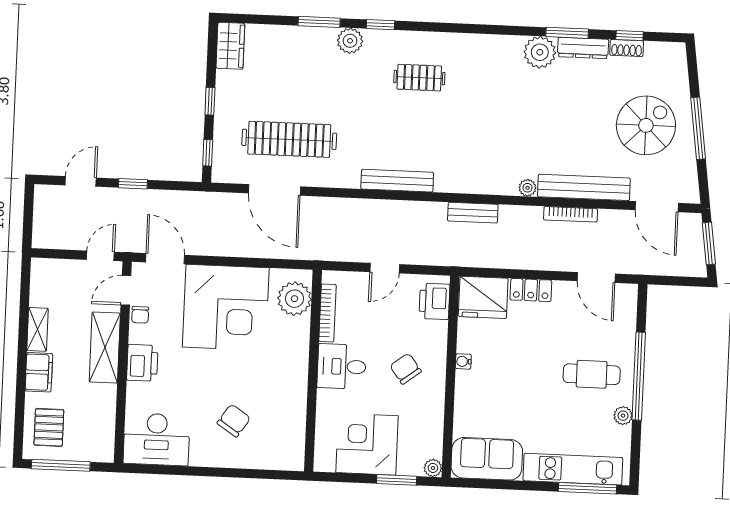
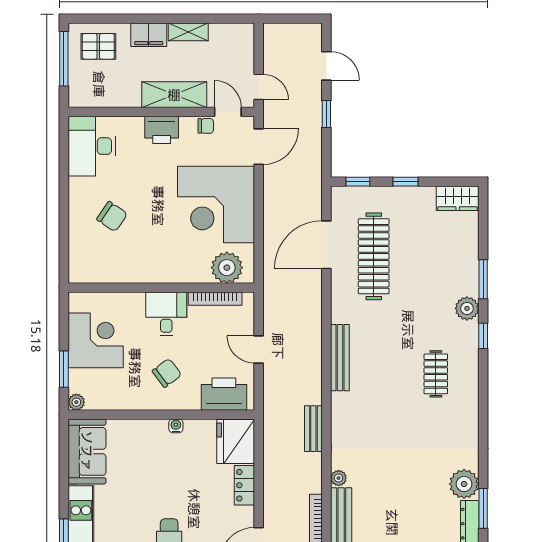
printer: (434, 301) -> (224, 394), width x1.37, depth x1.19
chair: (140, 315) -> (206, 126), turned 180

